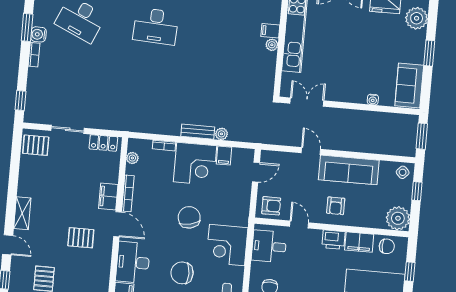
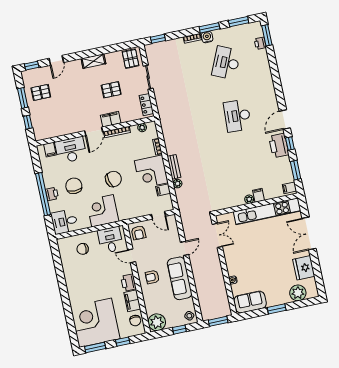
shelving: (22, 213) -> (93, 61), moved
door: (299, 224) -> (132, 256), swing flipped
pallet: (81, 238) -> (111, 90), moved, turned 90

